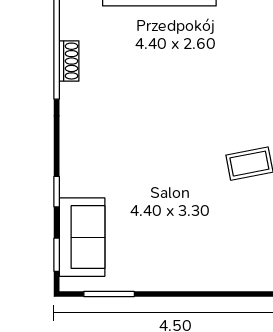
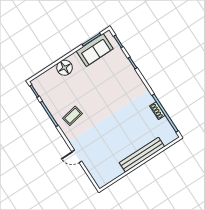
sofa: (82, 237) -> (95, 50), moved, turned -90
floor lamp: (202, 273) -> (65, 68), added

